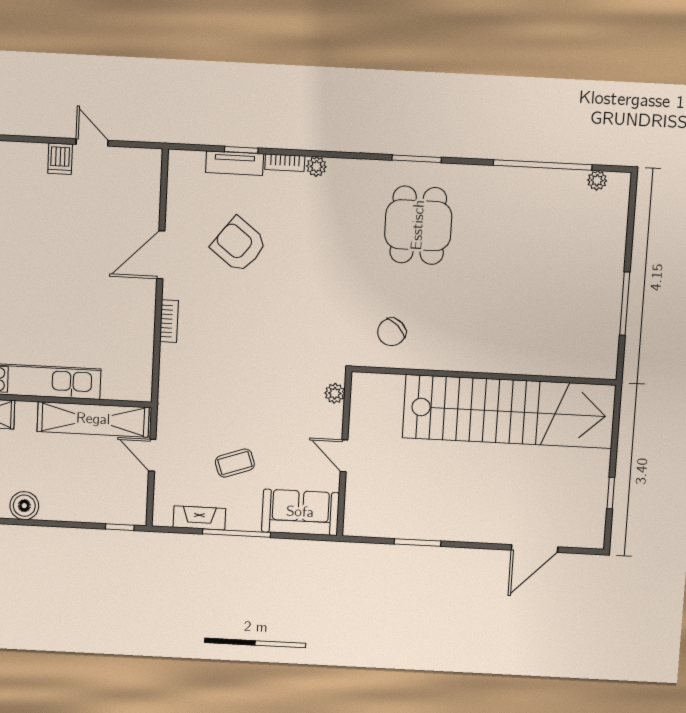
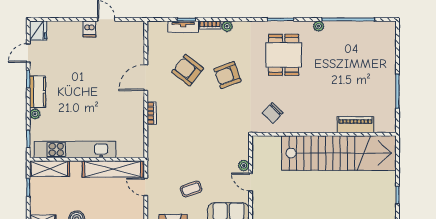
plant: (597, 180) -> (319, 26), moved
armchair: (312, 258) -> (227, 75), added
piano: (543, 361) -> (355, 125), added
plant: (335, 393) -> (244, 165), moved

